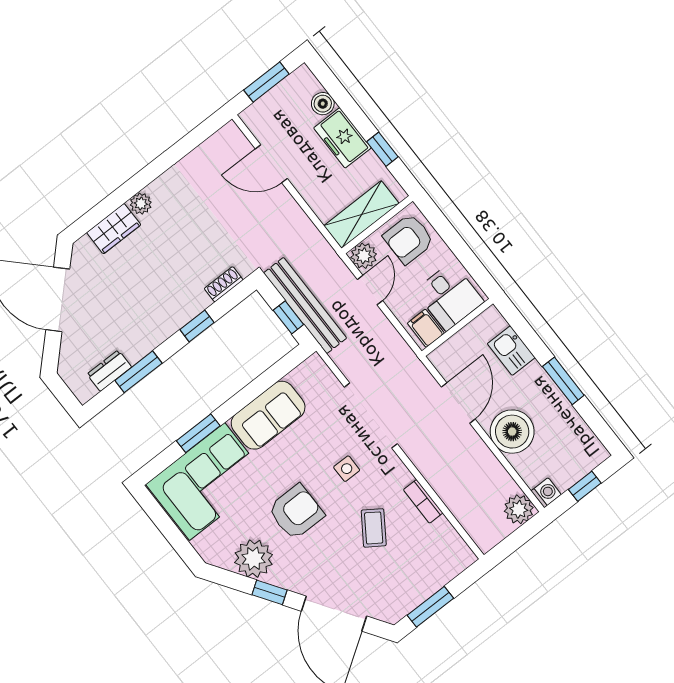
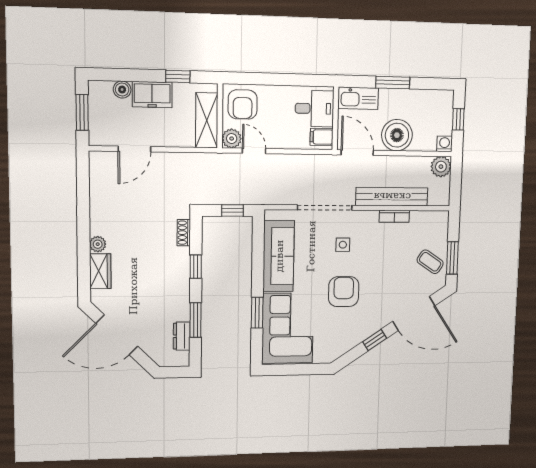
desk: (449, 296) -> (314, 109), moved
bench: (305, 306) -> (392, 197), moved
wall: (457, 327) -> (335, 118), moved
filing cabinet: (426, 328) -> (322, 137), moved
kitchen sink: (511, 351) -> (358, 98), width x1.38
sofa: (268, 415) -> (279, 256), width x1.36
coffee table: (374, 528) -> (430, 262), moved
plant: (254, 559) -> (350, 335), removed

